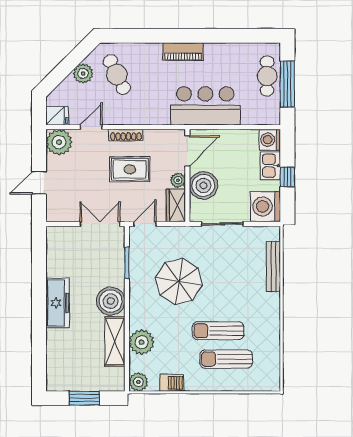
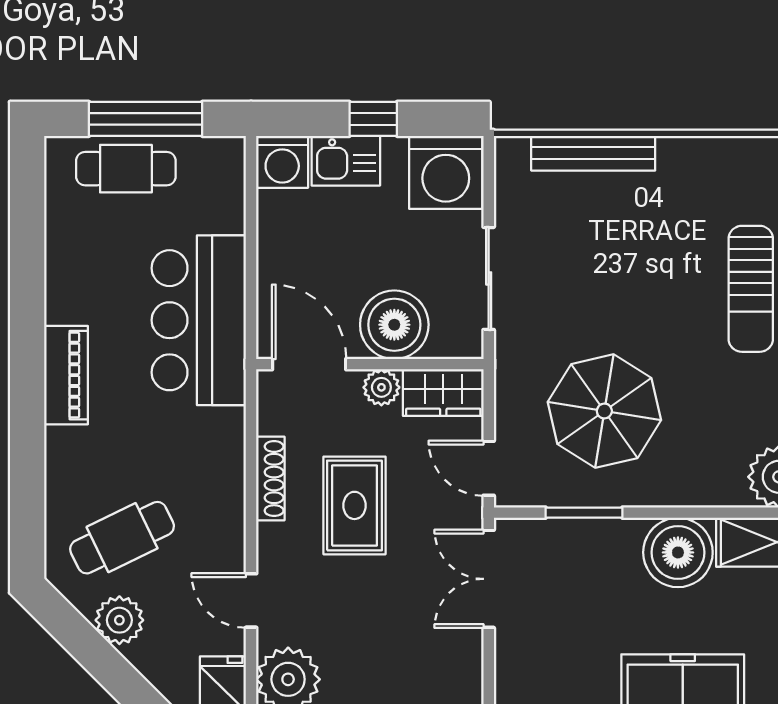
shoe rack: (126, 135) -> (270, 479), moved
parasol: (179, 281) -> (604, 411), moved

